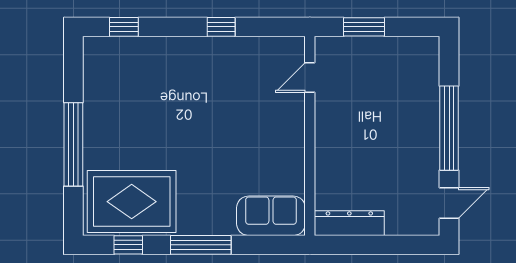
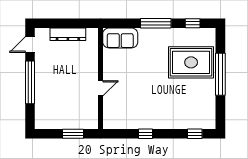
door: (310, 78) -> (101, 88), moved
rug: (132, 202) -> (191, 62), moved
dresser: (349, 223) -> (68, 34), moved

